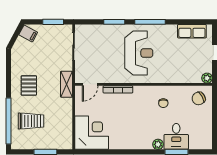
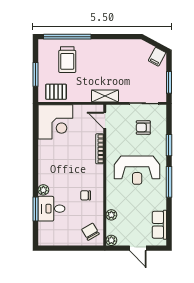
armchair: (97, 47) -> (143, 128), added
plant: (182, 78) -> (111, 215), added
pallet: (29, 85) -> (56, 92), moved

